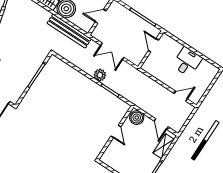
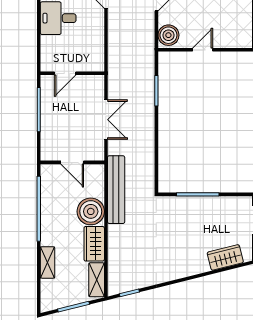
plant: (100, 75) -> (146, 116), removed

